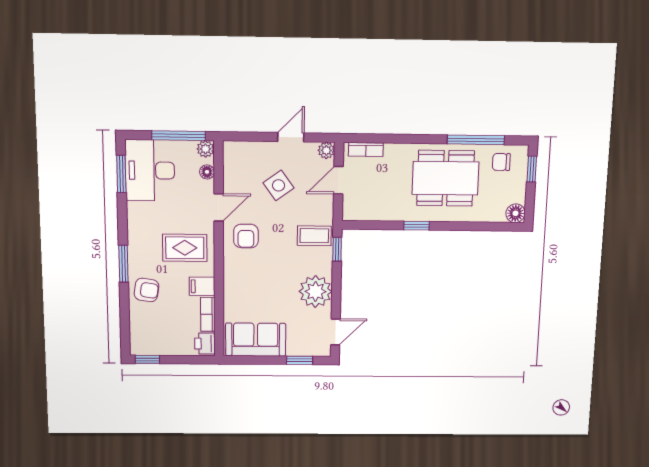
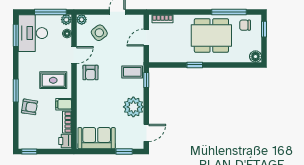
plant: (326, 150) -> (82, 20), moved
side table: (279, 185) -> (99, 33), moved

